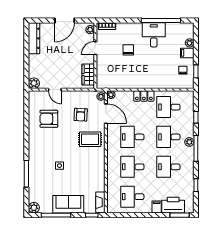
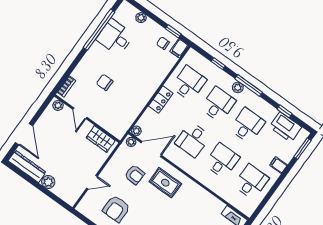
door: (65, 21) -> (24, 134), moved
desk: (154, 35) -> (115, 37), moved
filing cabinet: (187, 53) -> (179, 48), moved
plant: (34, 83) -> (48, 182), moved
desk: (168, 107) -> (189, 83), turned 180
desk: (168, 137) -> (218, 104), turned 180
rug: (90, 139) -> (165, 183), turned 90
desk: (132, 167) -> (222, 161), turned 180
desk: (168, 167) -> (247, 125), turned 180
desk: (132, 197) -> (251, 182), turned 180
printer: (173, 205) -> (285, 127), moved, turned -90

